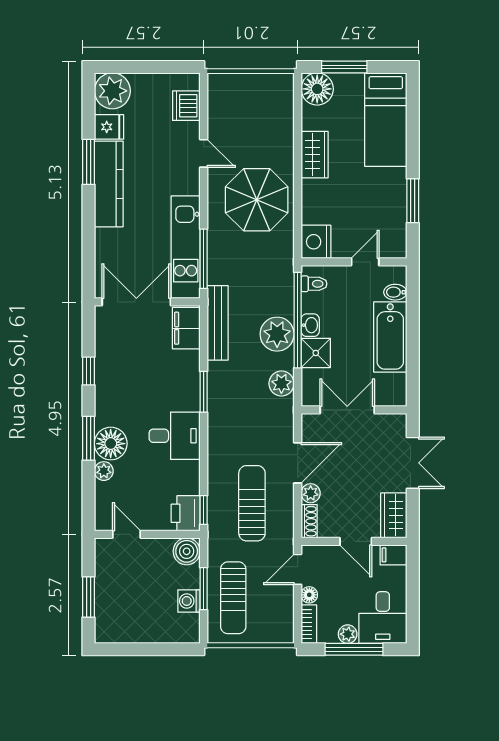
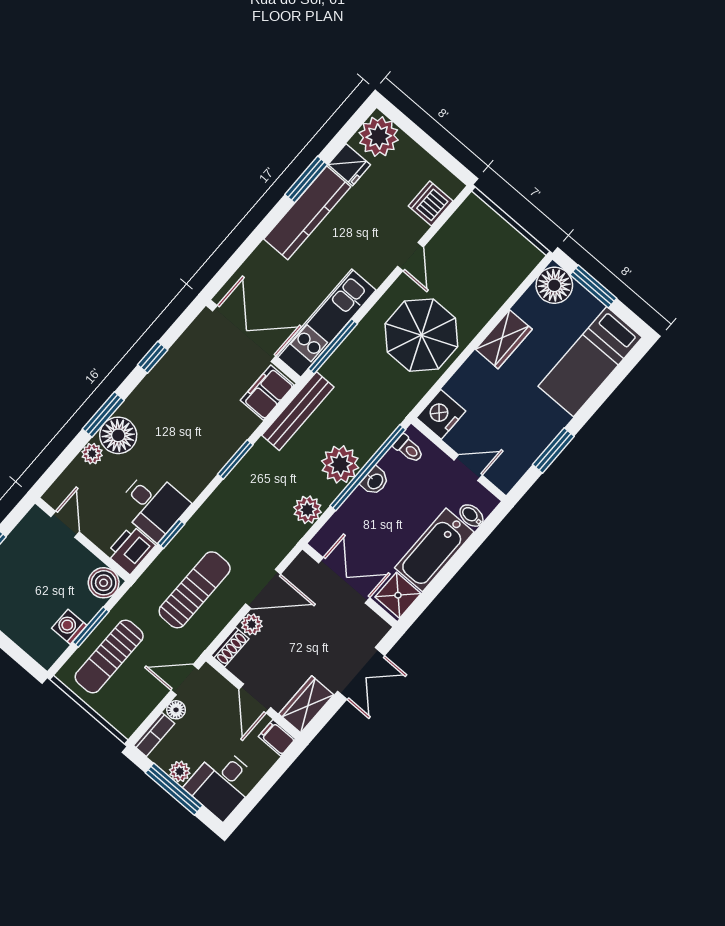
shower: (316, 353) -> (398, 595), moved
desk: (175, 436) -> (153, 505), moved
window: (204, 510) -> (171, 534), moved

